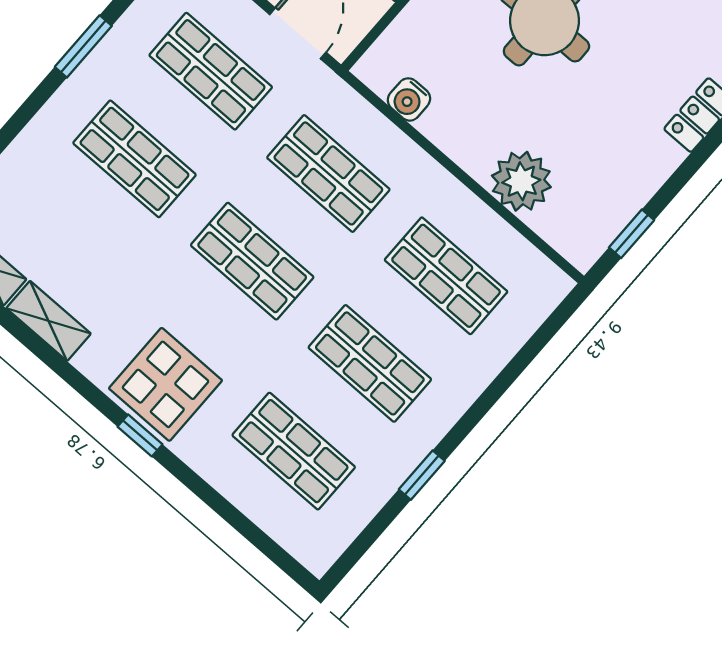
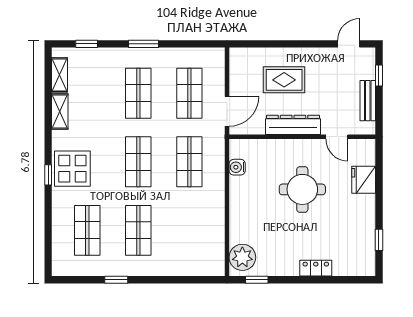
window: (83, 46) -> (144, 44), moved
plant: (521, 181) -> (242, 257), moved
shop shelf: (446, 276) -> (189, 230), removed

